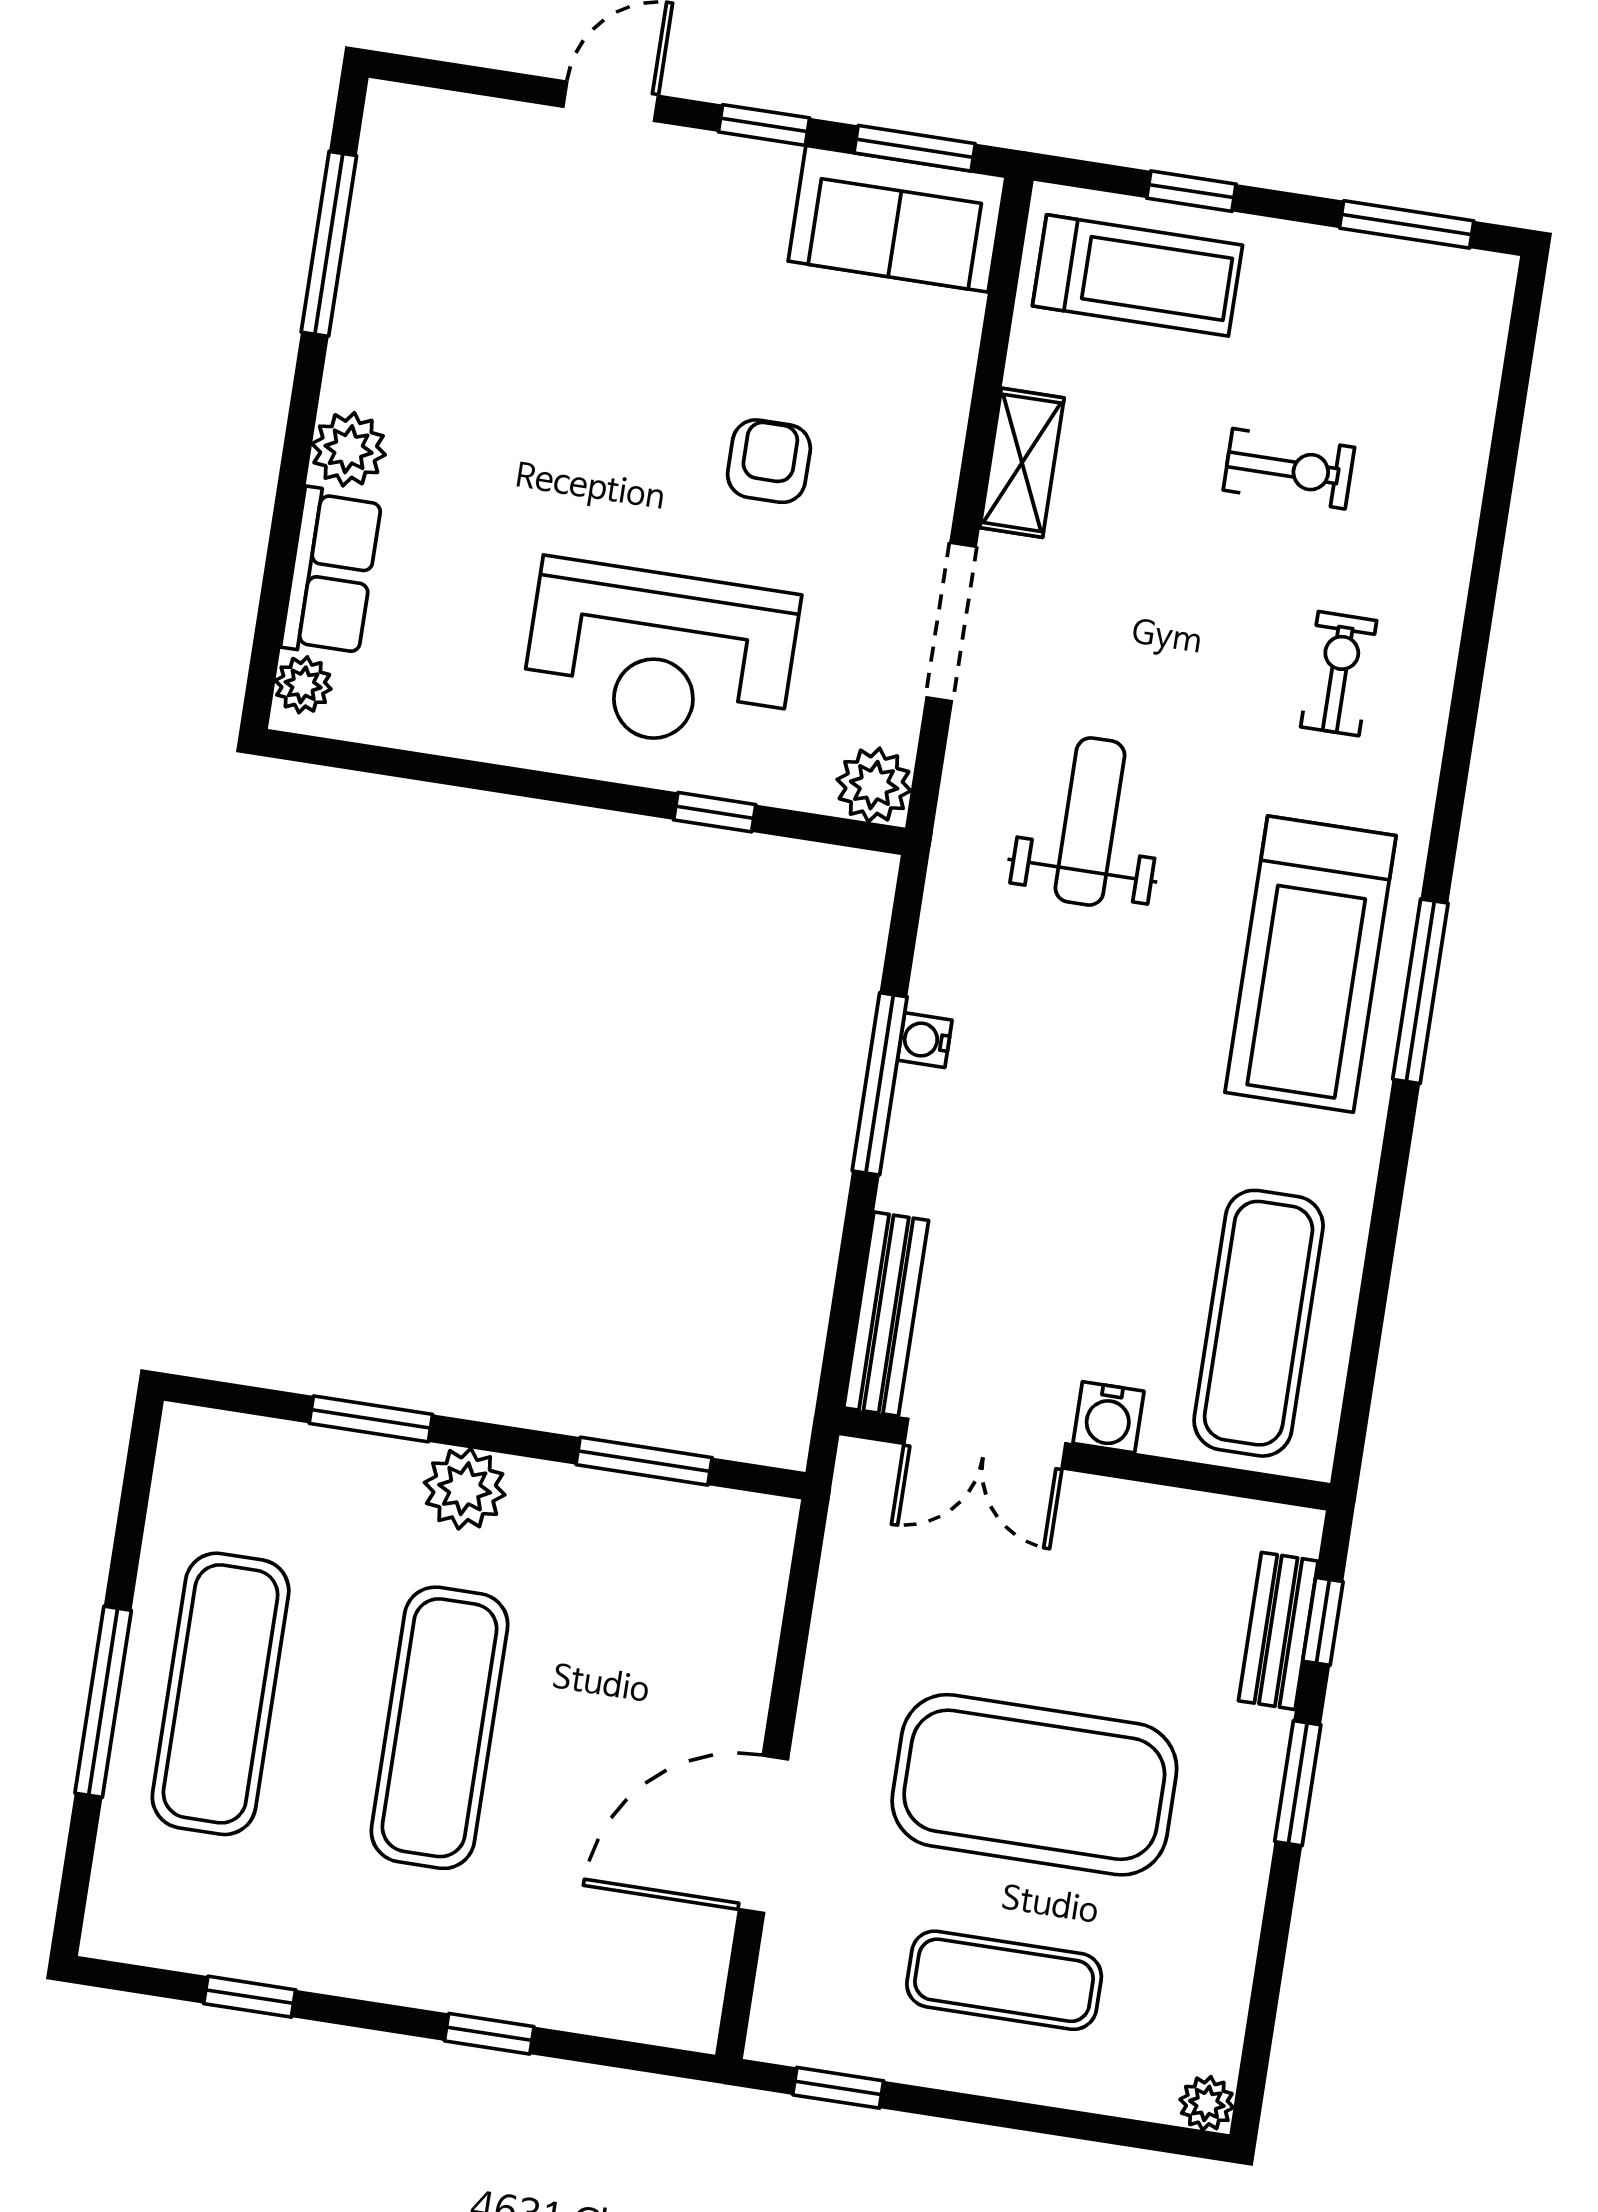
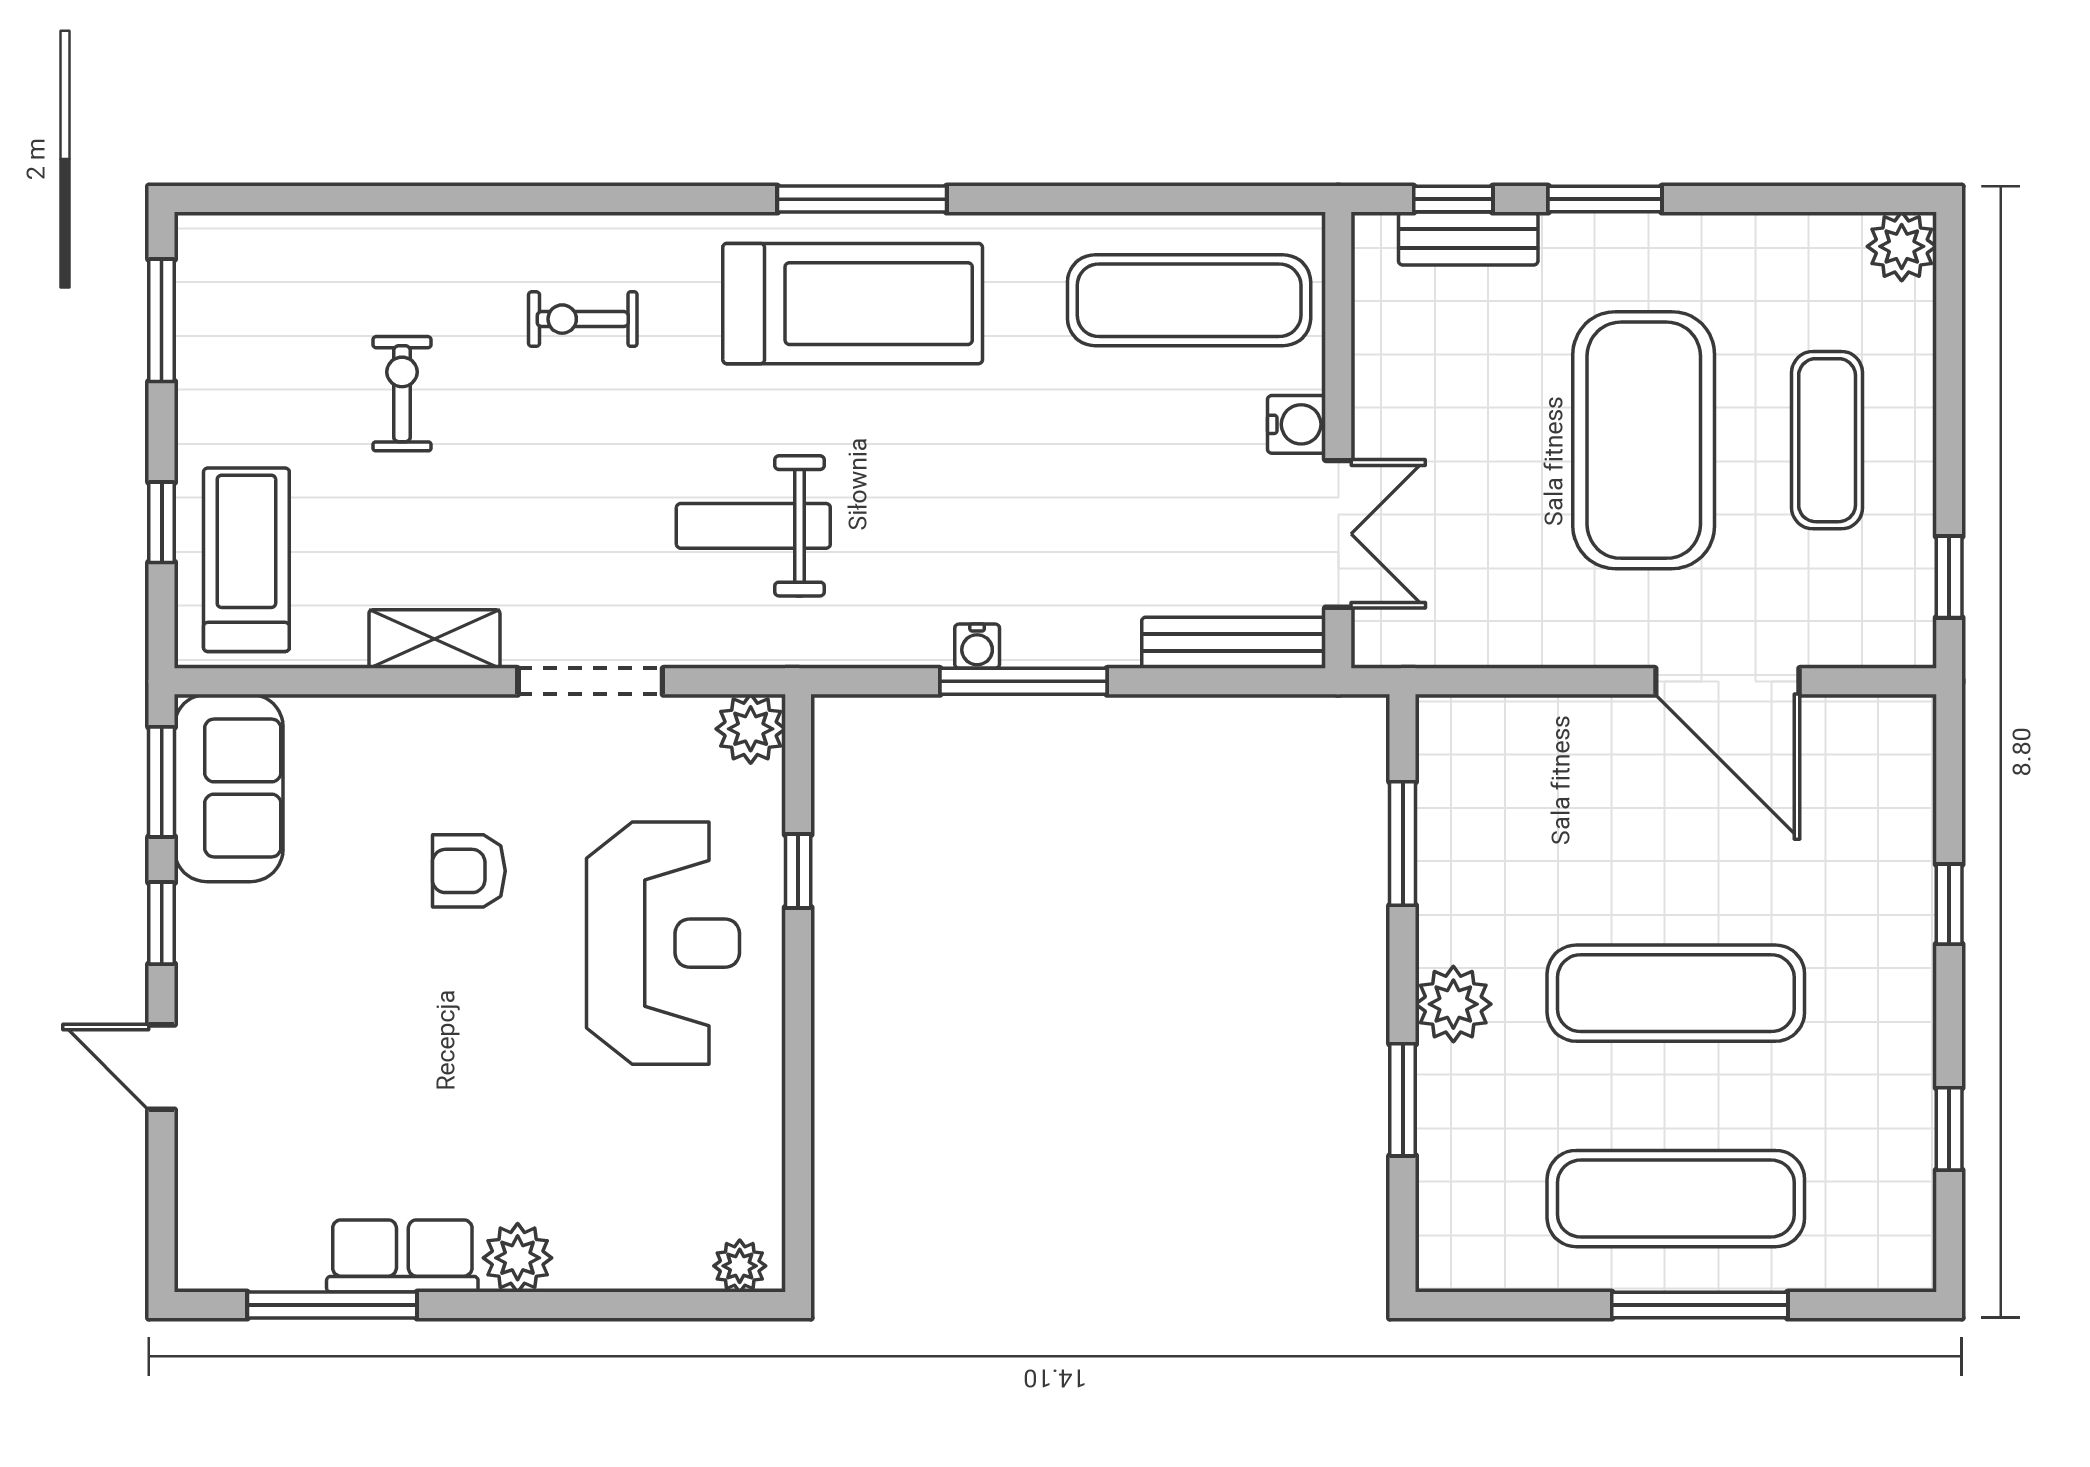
row of seats: (331, 572) -> (402, 1256), moved
plant: (1207, 2103) -> (1902, 246), width x1.38, depth x1.38

